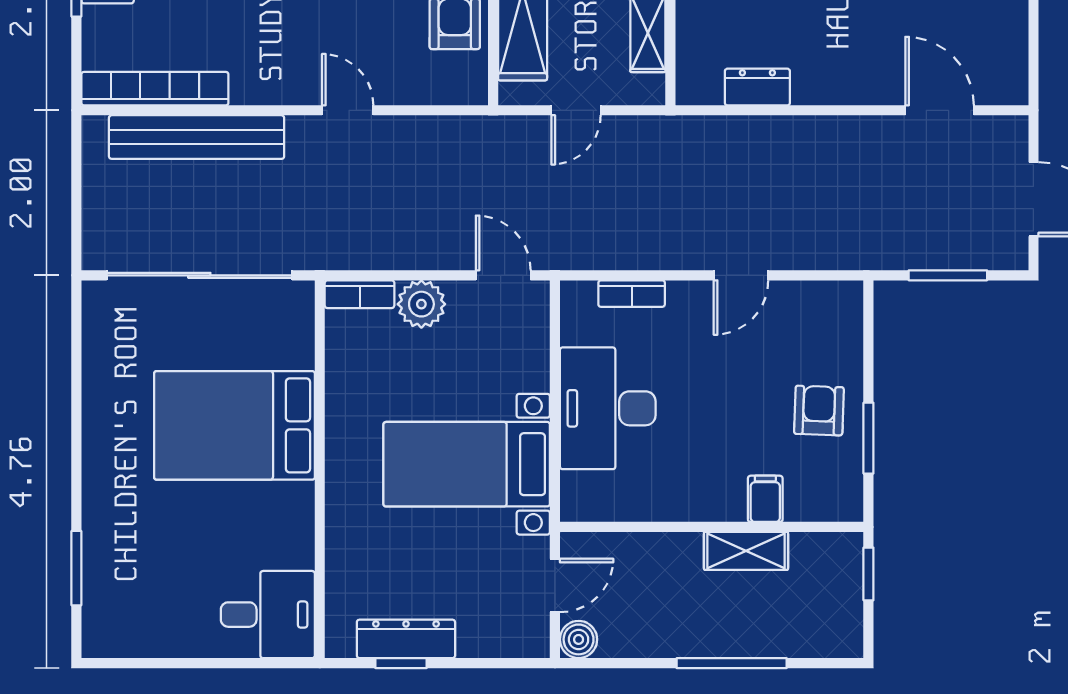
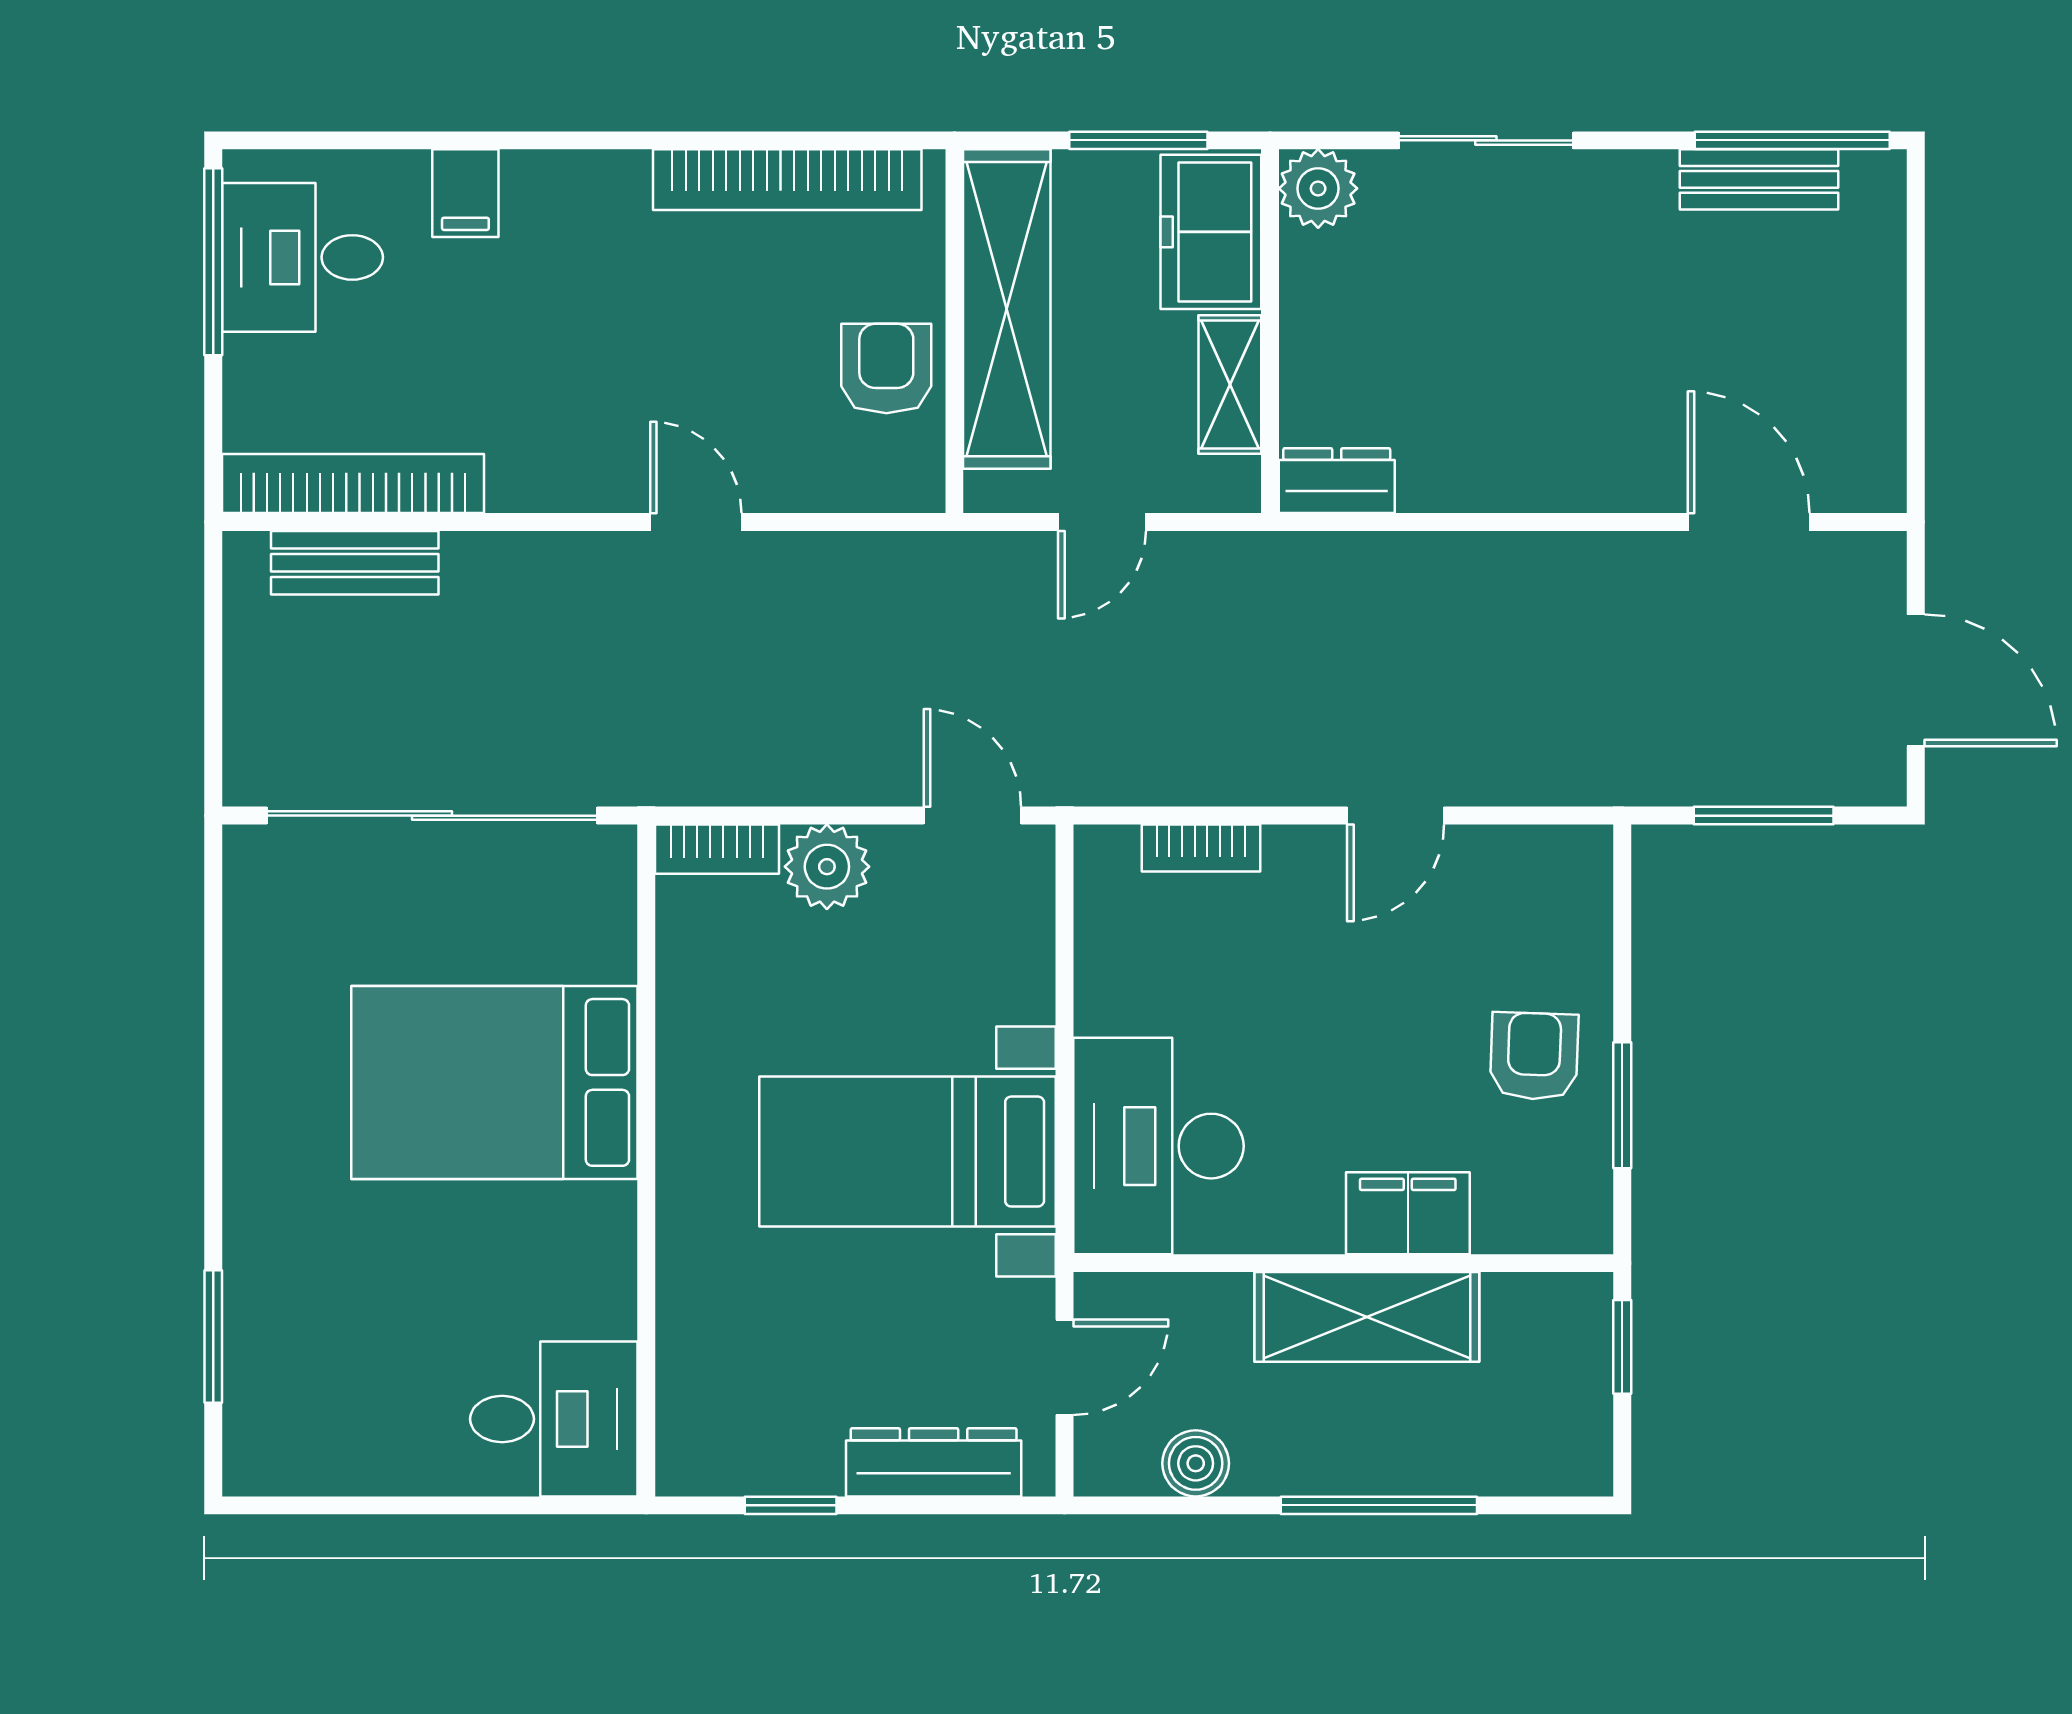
dresser: (757, 87) -> (1337, 481), moved
bench: (197, 137) -> (355, 563), width x0.54, depth x0.82
desk: (608, 408) -> (1158, 1146), moved
filing cabinet: (765, 499) -> (1408, 1213), width x2.00
shelving: (746, 551) -> (1367, 1317), width x1.50, depth x1.33
dresser: (406, 639) -> (934, 1462), moved
boiler: (579, 639) -> (1196, 1463), moved

